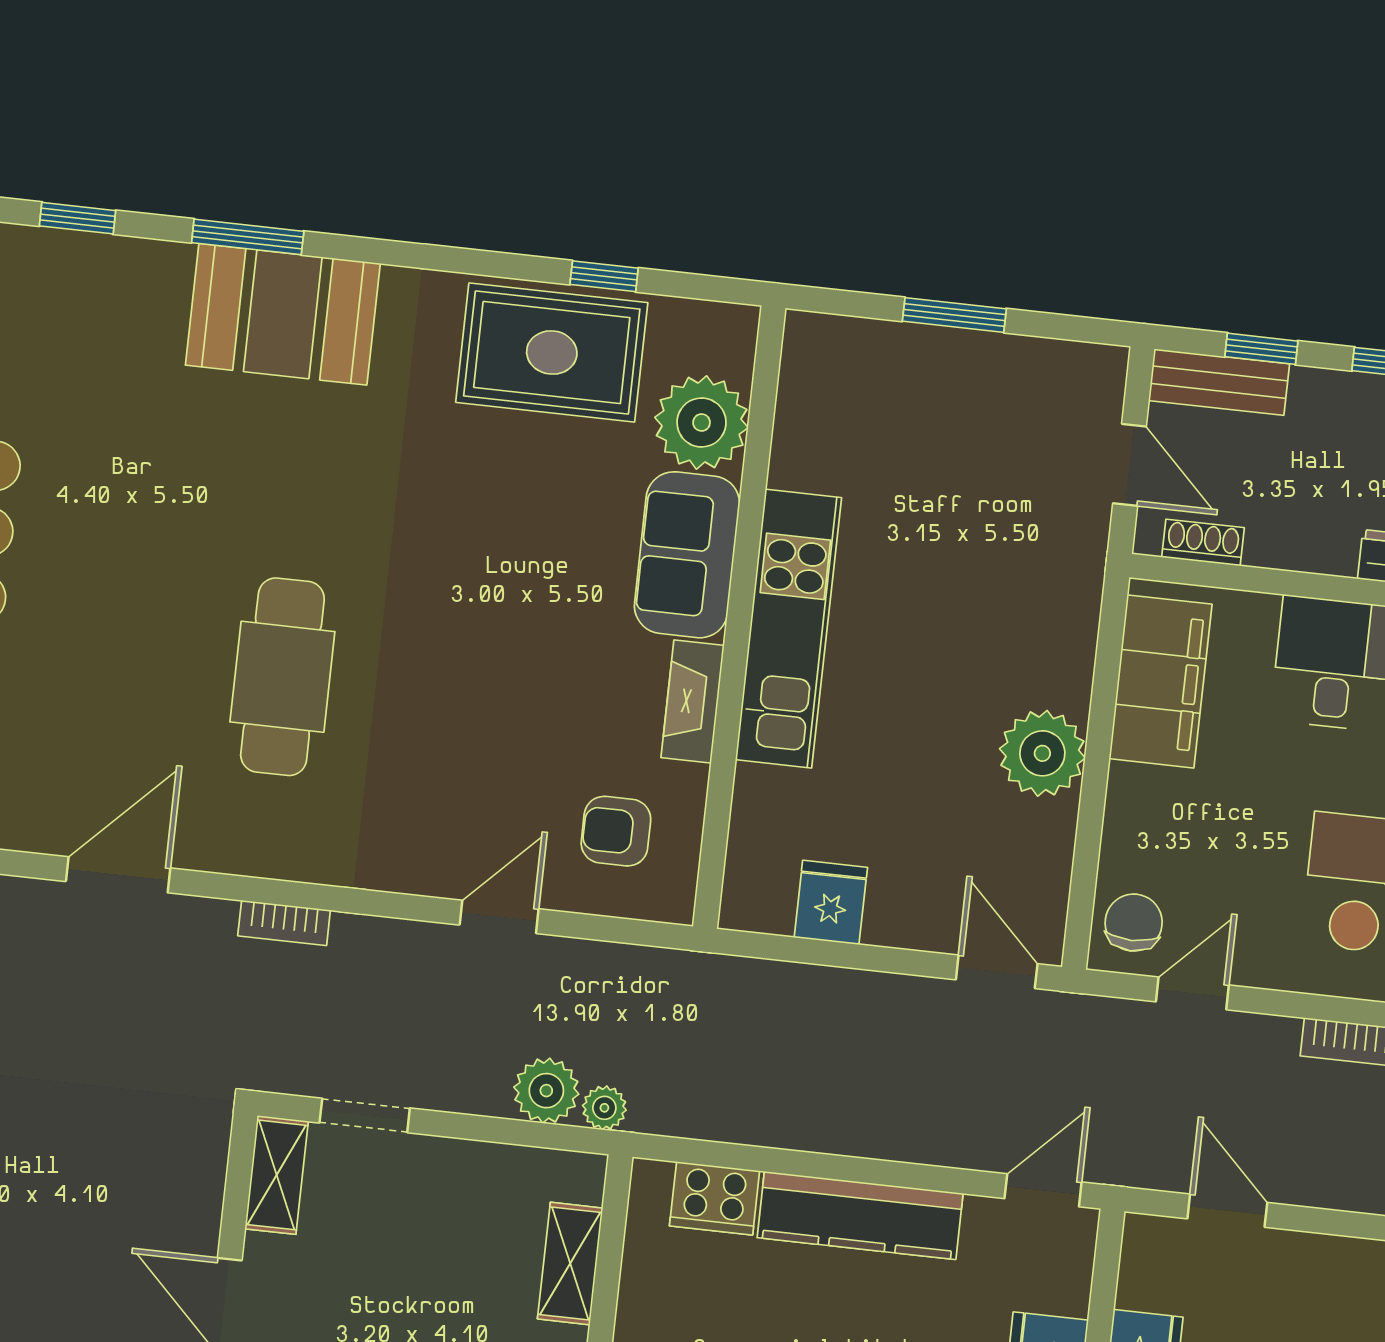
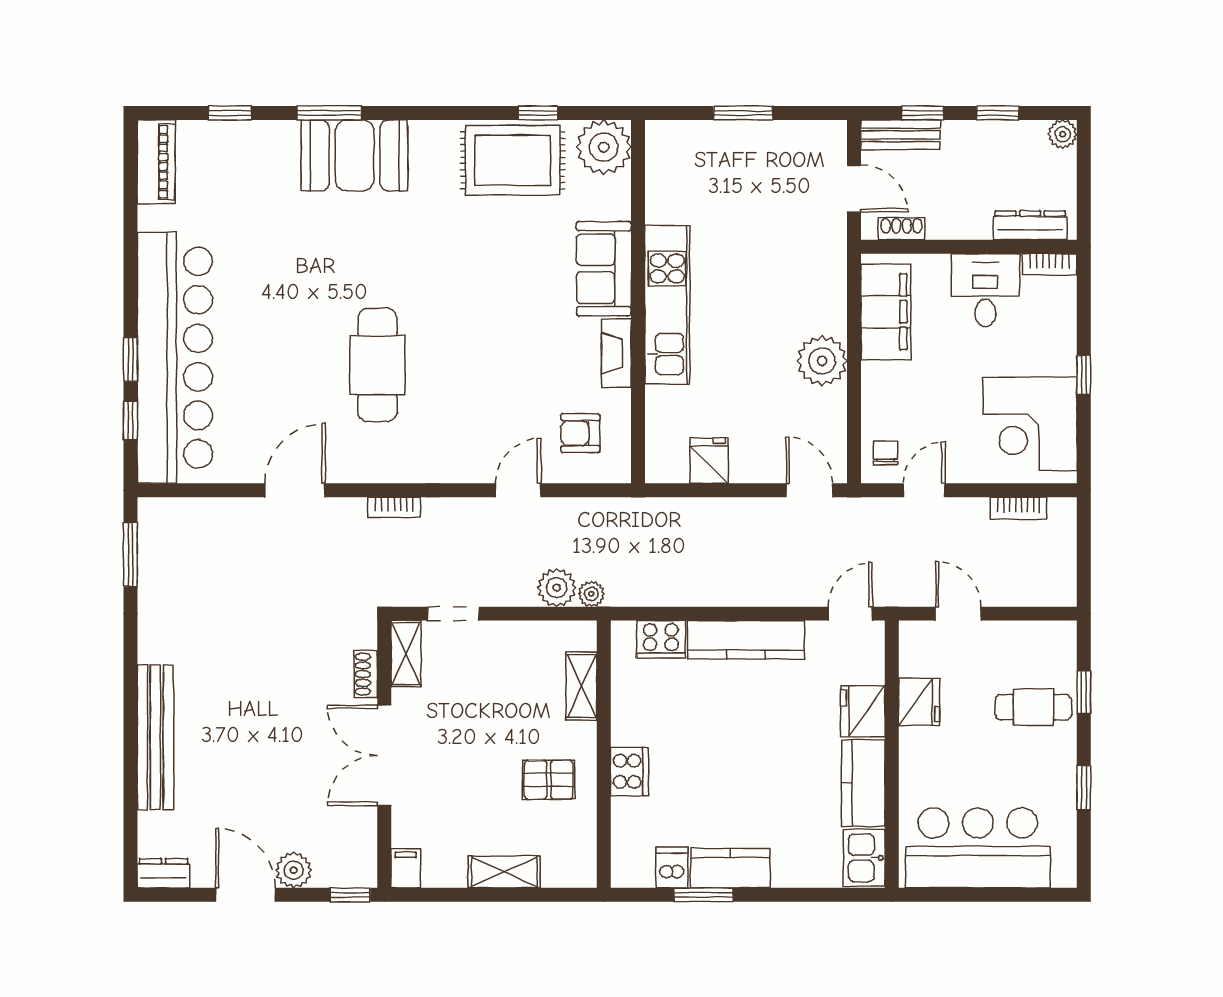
plant: (702, 423) -> (604, 147), moved
chair: (1134, 923) -> (886, 453), width x0.73, depth x0.73
shoe rack: (204, 1202) -> (366, 674), added

